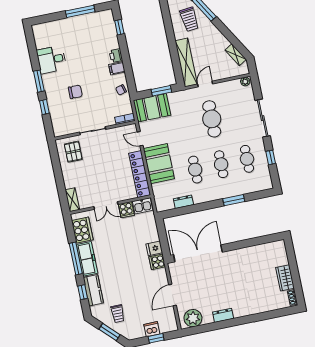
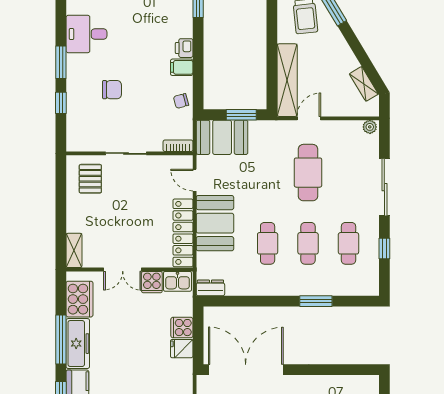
dresser: (183, 202) -> (210, 288), moved
cooker: (157, 262) -> (182, 328), moved

